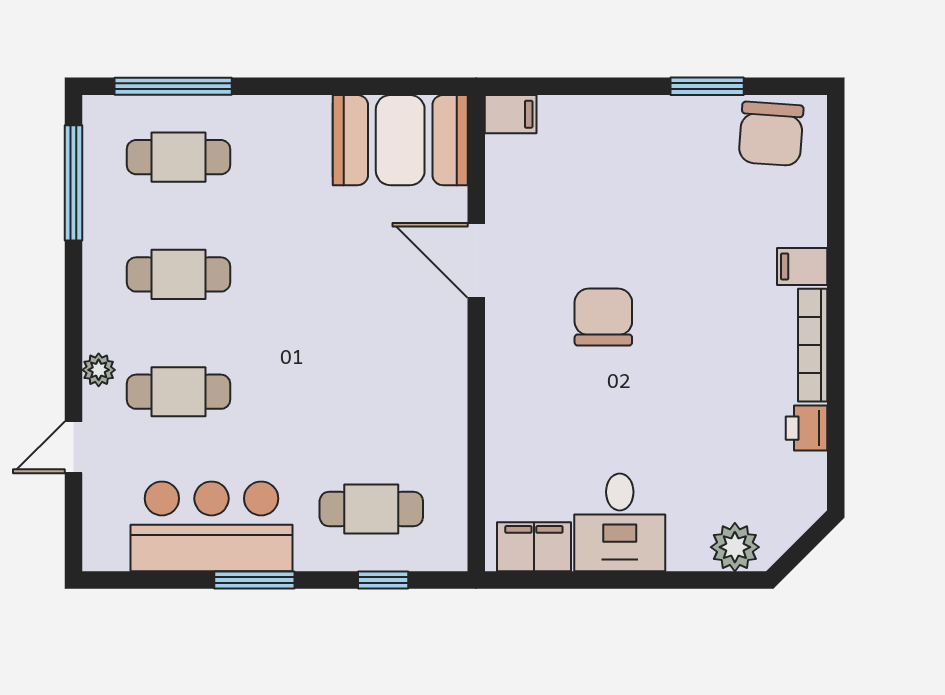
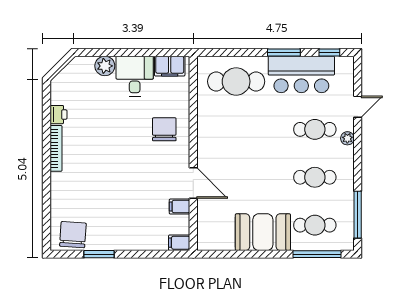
booth: (400, 140) -> (263, 232), moved
filing cabinet: (802, 266) -> (180, 207), moved, turned 180
chair: (603, 317) -> (164, 129), moved, turned 180
cafe table: (371, 509) -> (236, 81), width x1.37, depth x1.35
plant: (735, 547) -> (105, 66), moved
window: (383, 580) -> (329, 53), moved

